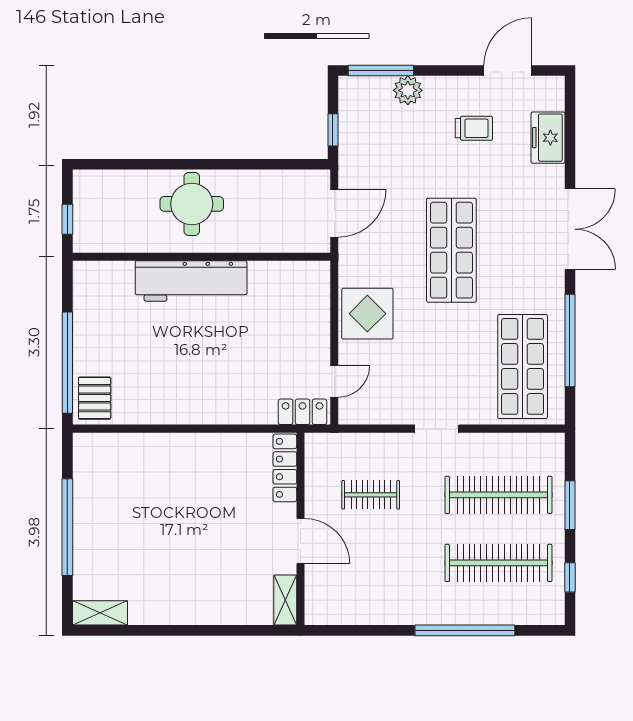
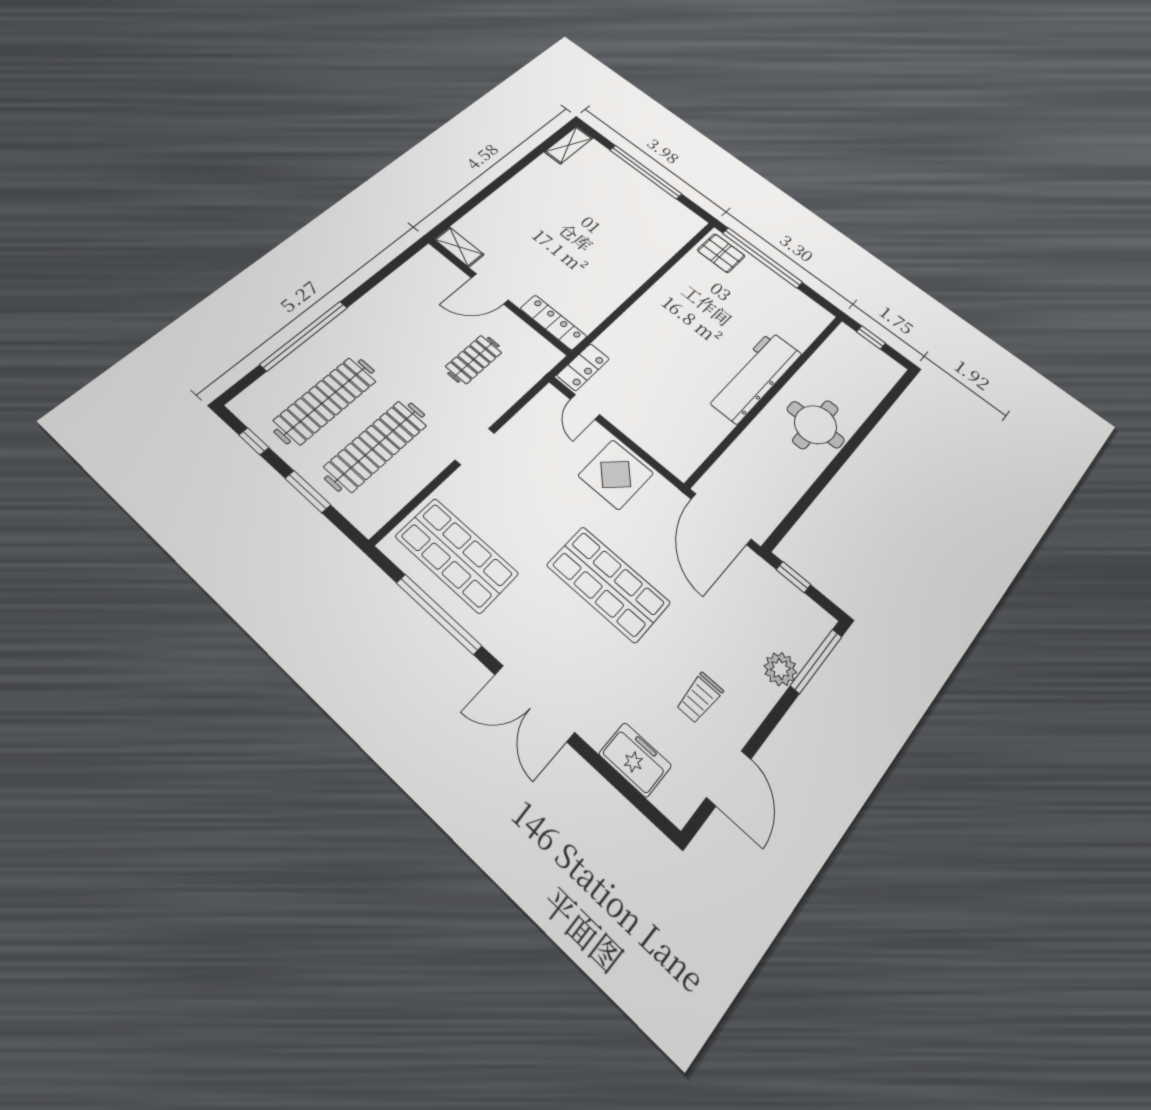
door: (334, 213) -> (721, 519), width x1.36

